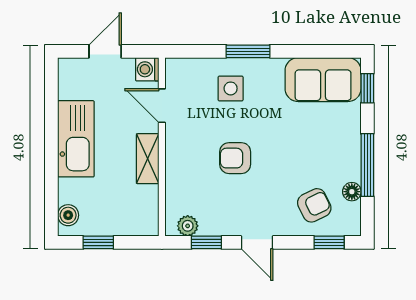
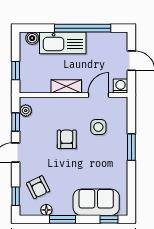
sofa: (323, 80) -> (96, 202), moved, turned 90
side table: (231, 88) -> (98, 127), moved
window: (51, 132) -> (83, 28), added
kitchen sink: (76, 139) -> (63, 43), moved
window: (367, 165) -> (63, 219), width x0.69
window: (98, 242) -> (16, 71), moved

